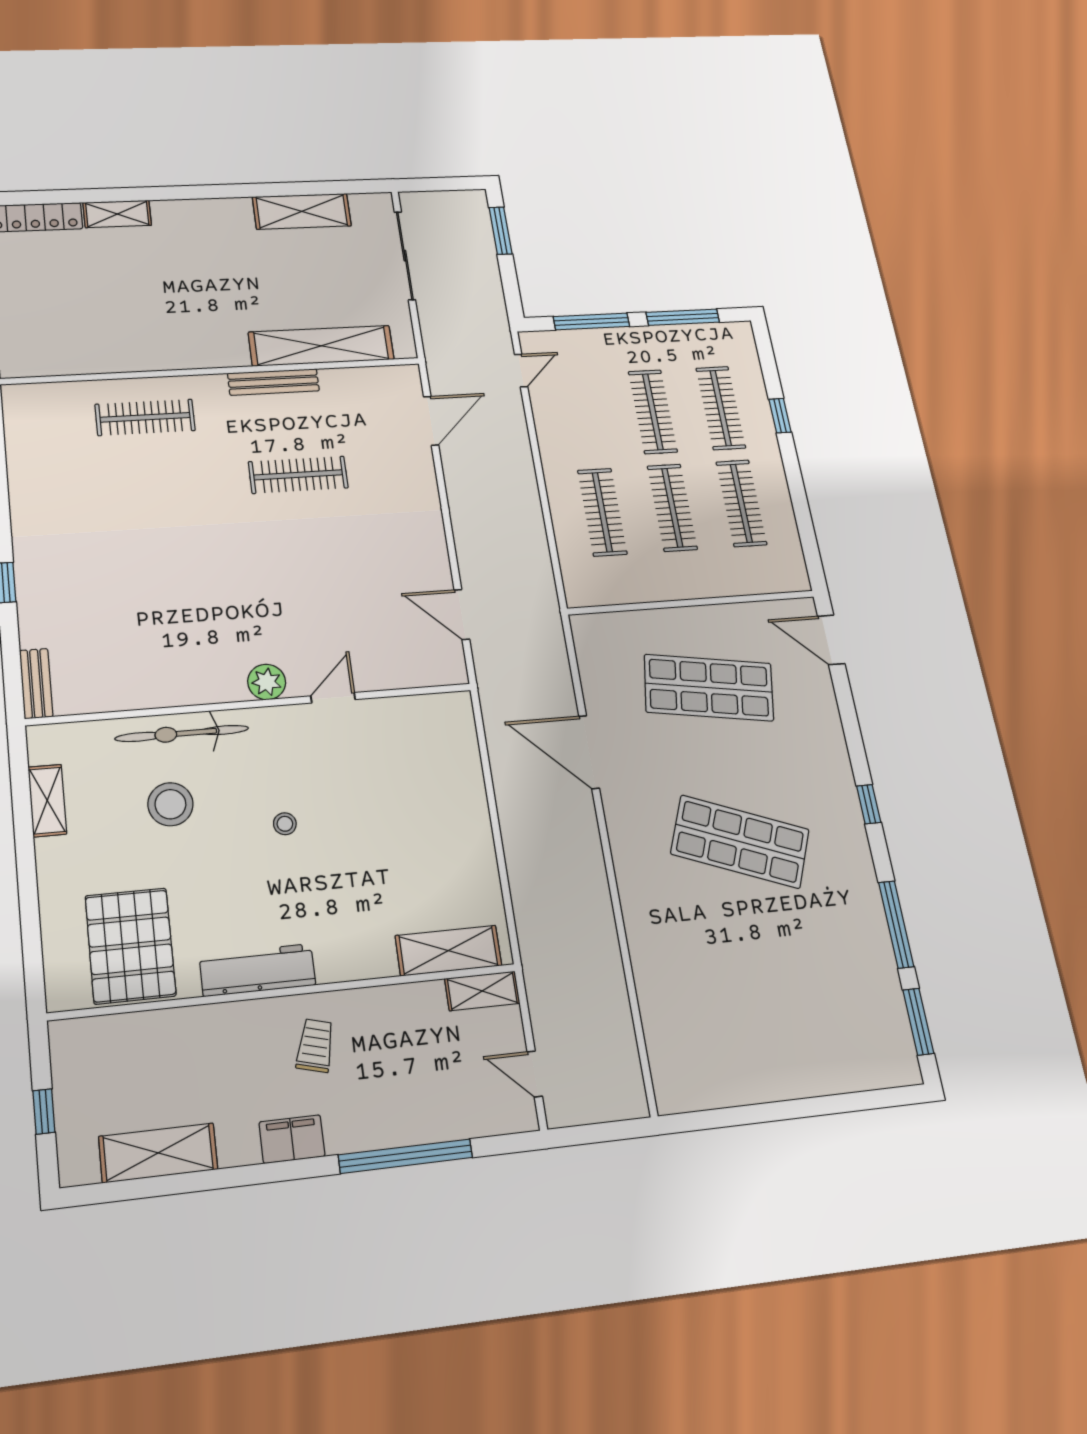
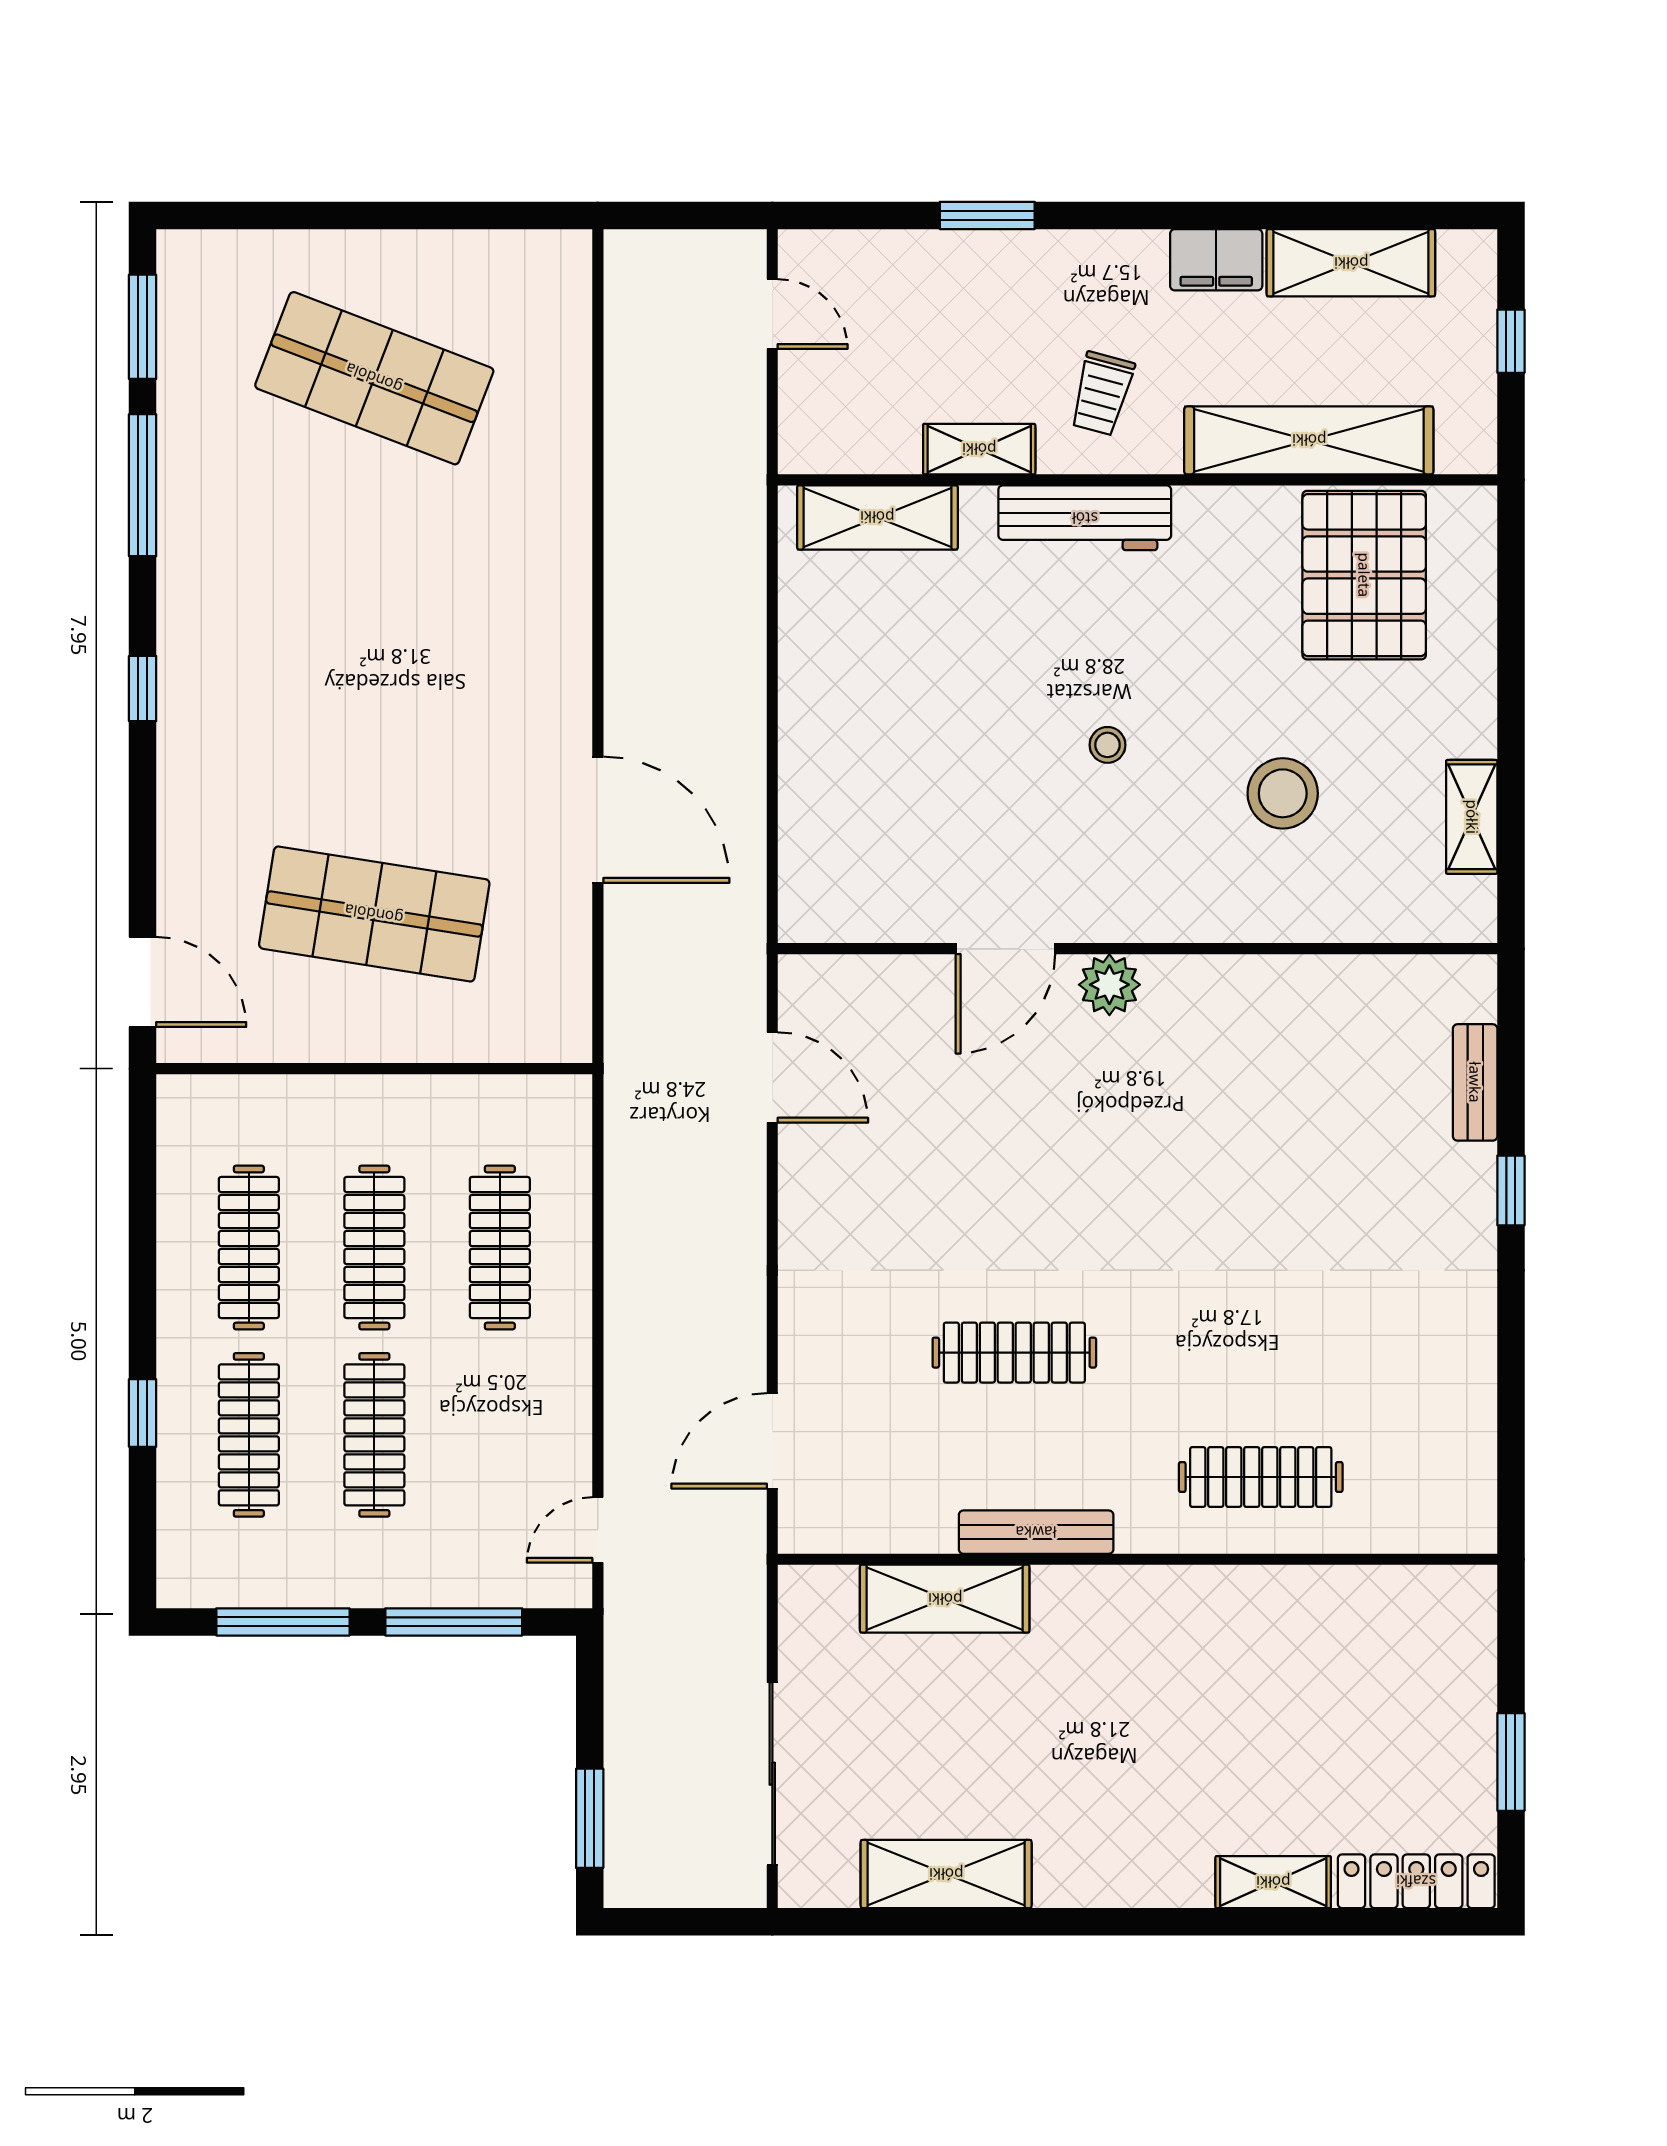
shelving: (321, 346) -> (945, 1599), width x0.68
bench: (36, 683) -> (1475, 1082), moved
door: (333, 698) -> (1005, 949), width x1.38
bicycle: (182, 733) -> (1254, 909), removed
shop shelf: (740, 842) -> (374, 378), moved
workbench: (257, 970) -> (1085, 518), moved
shelving: (482, 991) -> (979, 449), moved
shelving: (175, 1030) -> (1309, 440), added
filing cabinet: (292, 1139) -> (1216, 260), moved
window: (406, 1156) -> (987, 215), width x0.47

